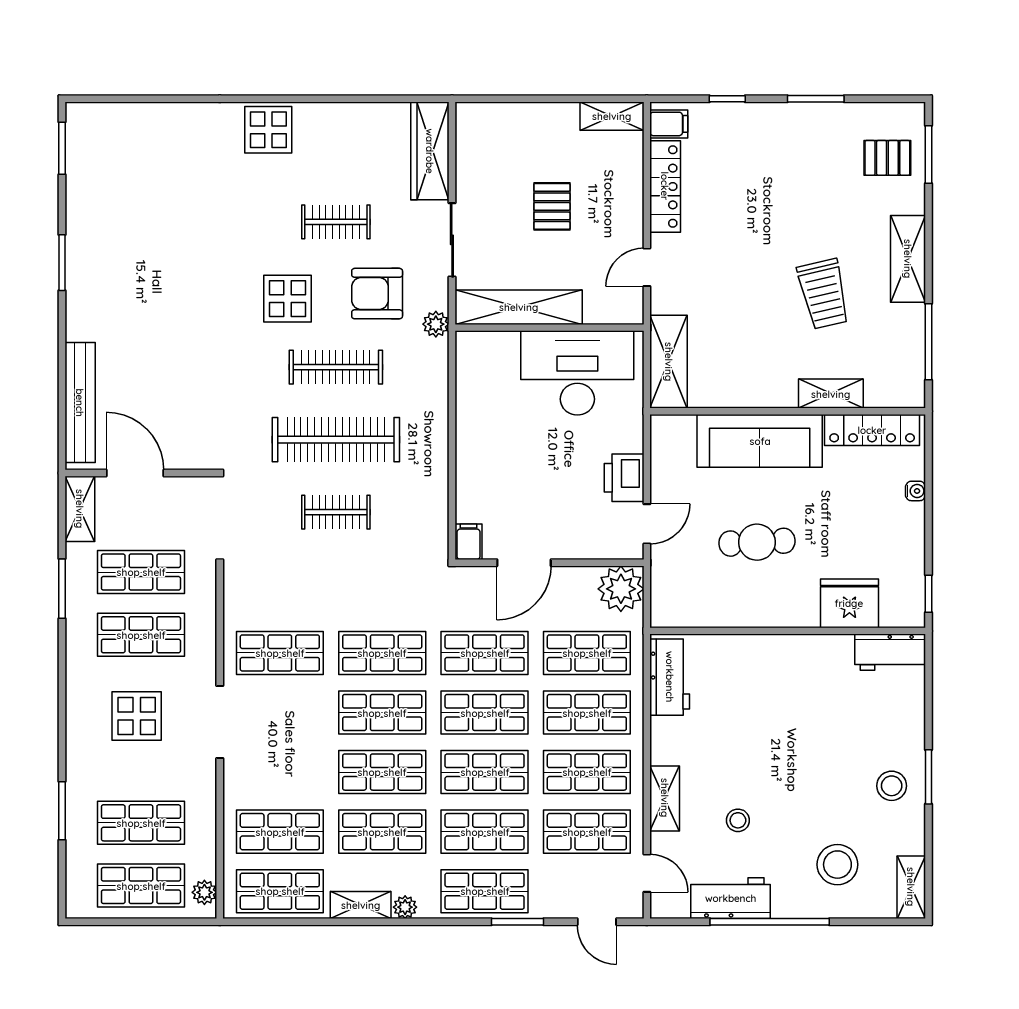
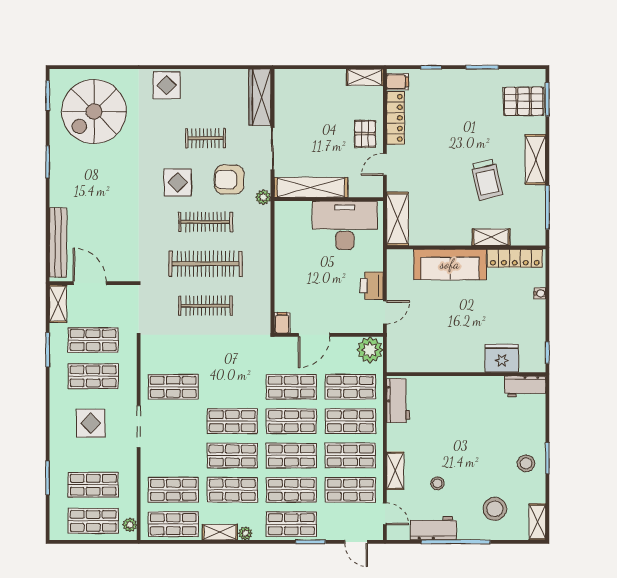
pallet: (887, 158) -> (524, 101), width x1.50, depth x1.42
spiral stairs: (143, 176) -> (94, 111), added
pallet: (552, 206) -> (365, 134), moved
clothes rail: (336, 512) -> (206, 306), width x1.36
cafe table: (757, 542) -> (448, 323), removed
shop shelf: (382, 653) -> (232, 387), removed

